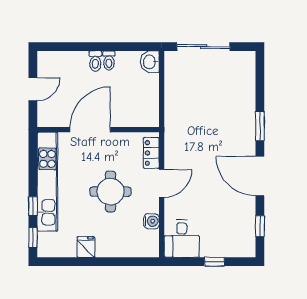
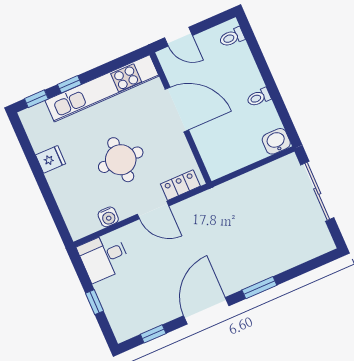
toilet: (95, 61) -> (232, 37), moved
door: (33, 89) -> (179, 37), moved

